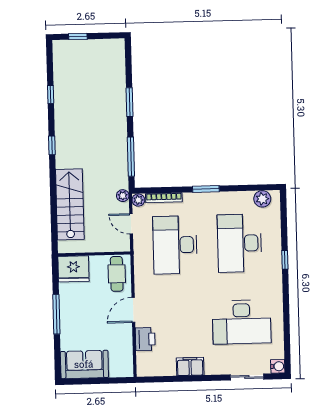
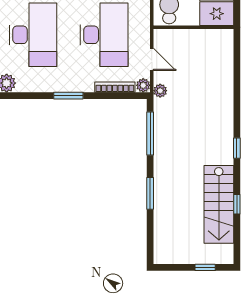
stairs: (70, 204) -> (219, 204), moved

